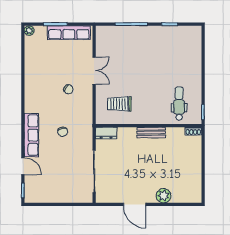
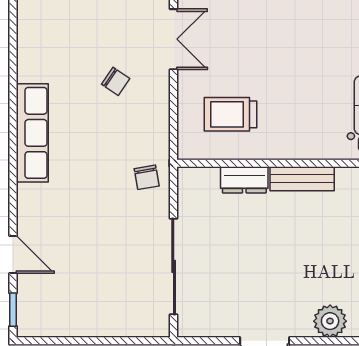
chair: (63, 132) -> (147, 177), moved
dresser: (106, 133) -> (244, 180), moved
row of seats: (31, 135) -> (32, 133), moved

